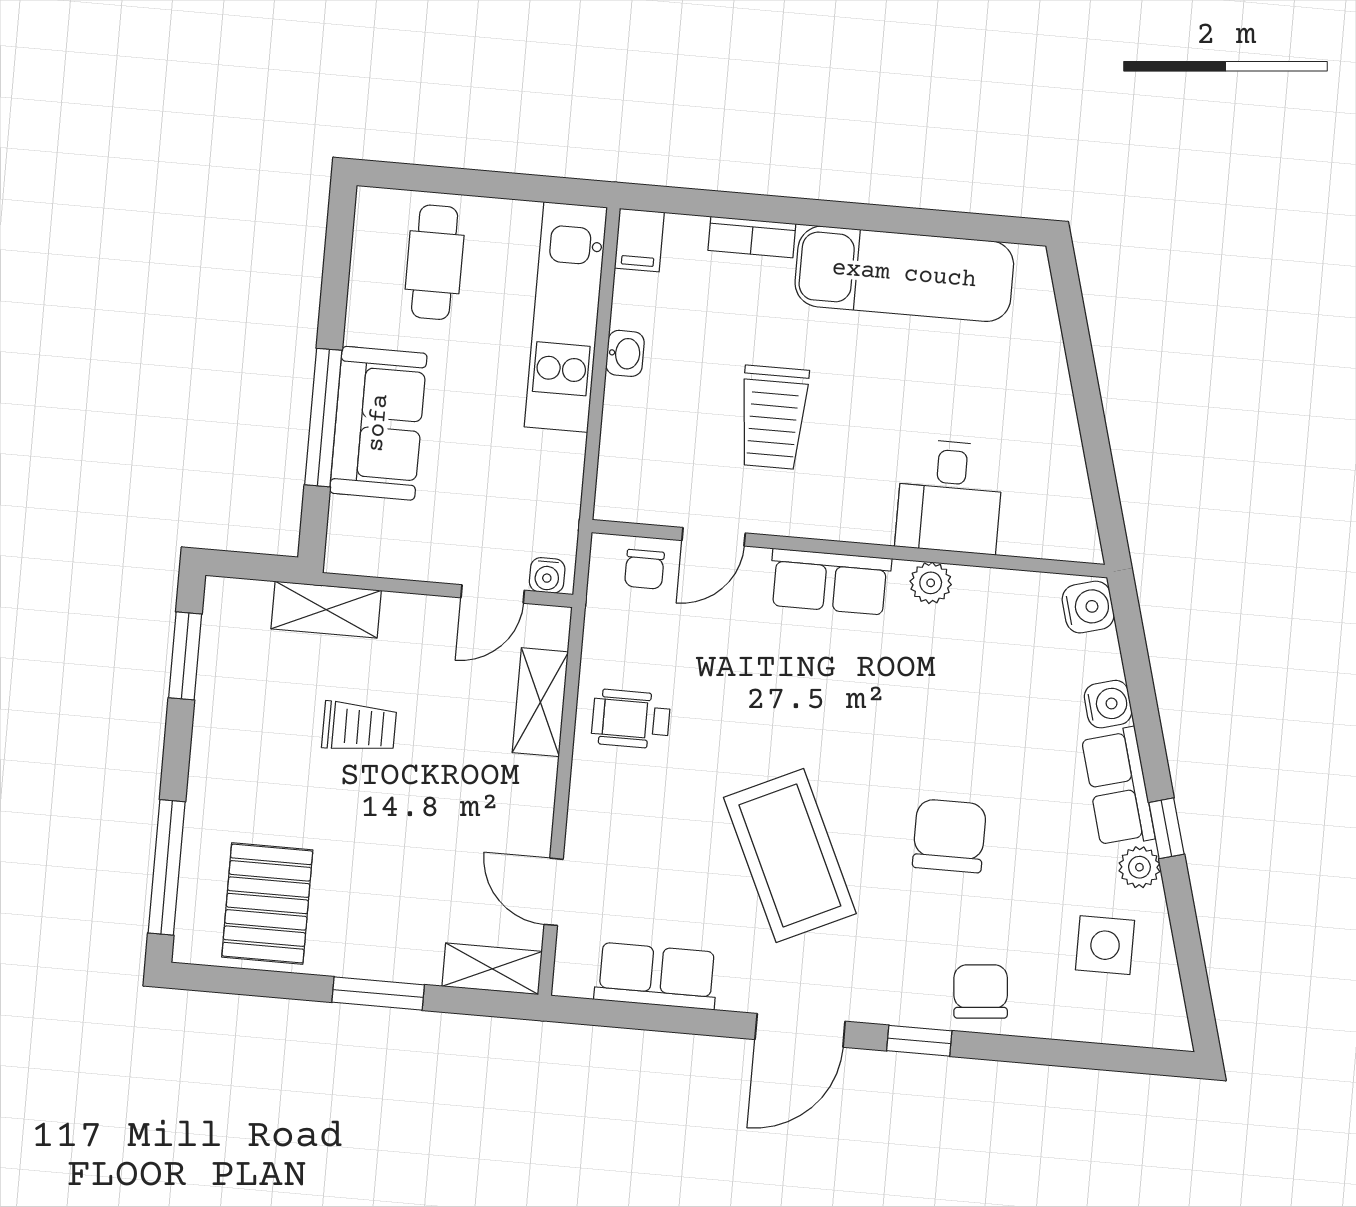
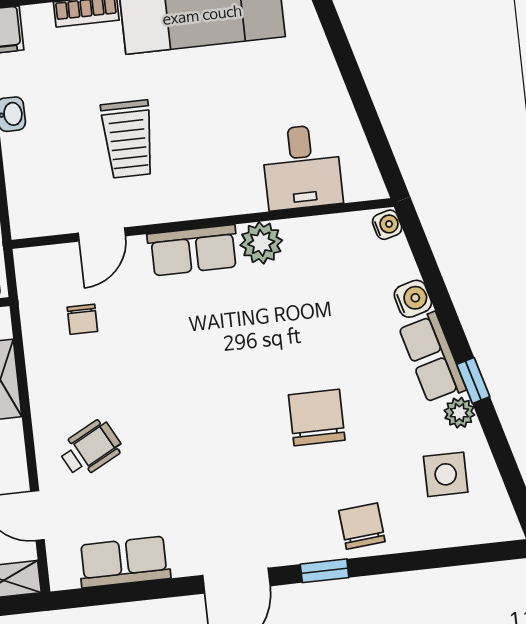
desk: (950, 496) -> (302, 167), moved
chair: (644, 569) -> (82, 319), moved
plant: (931, 583) -> (261, 243), width x1.38, depth x1.38
water cooler: (1088, 607) -> (387, 225), width x0.72, depth x0.72
wheelchair: (631, 719) -> (90, 449), moved, turned 152
coffee table: (790, 855) -> (204, 455), removed

